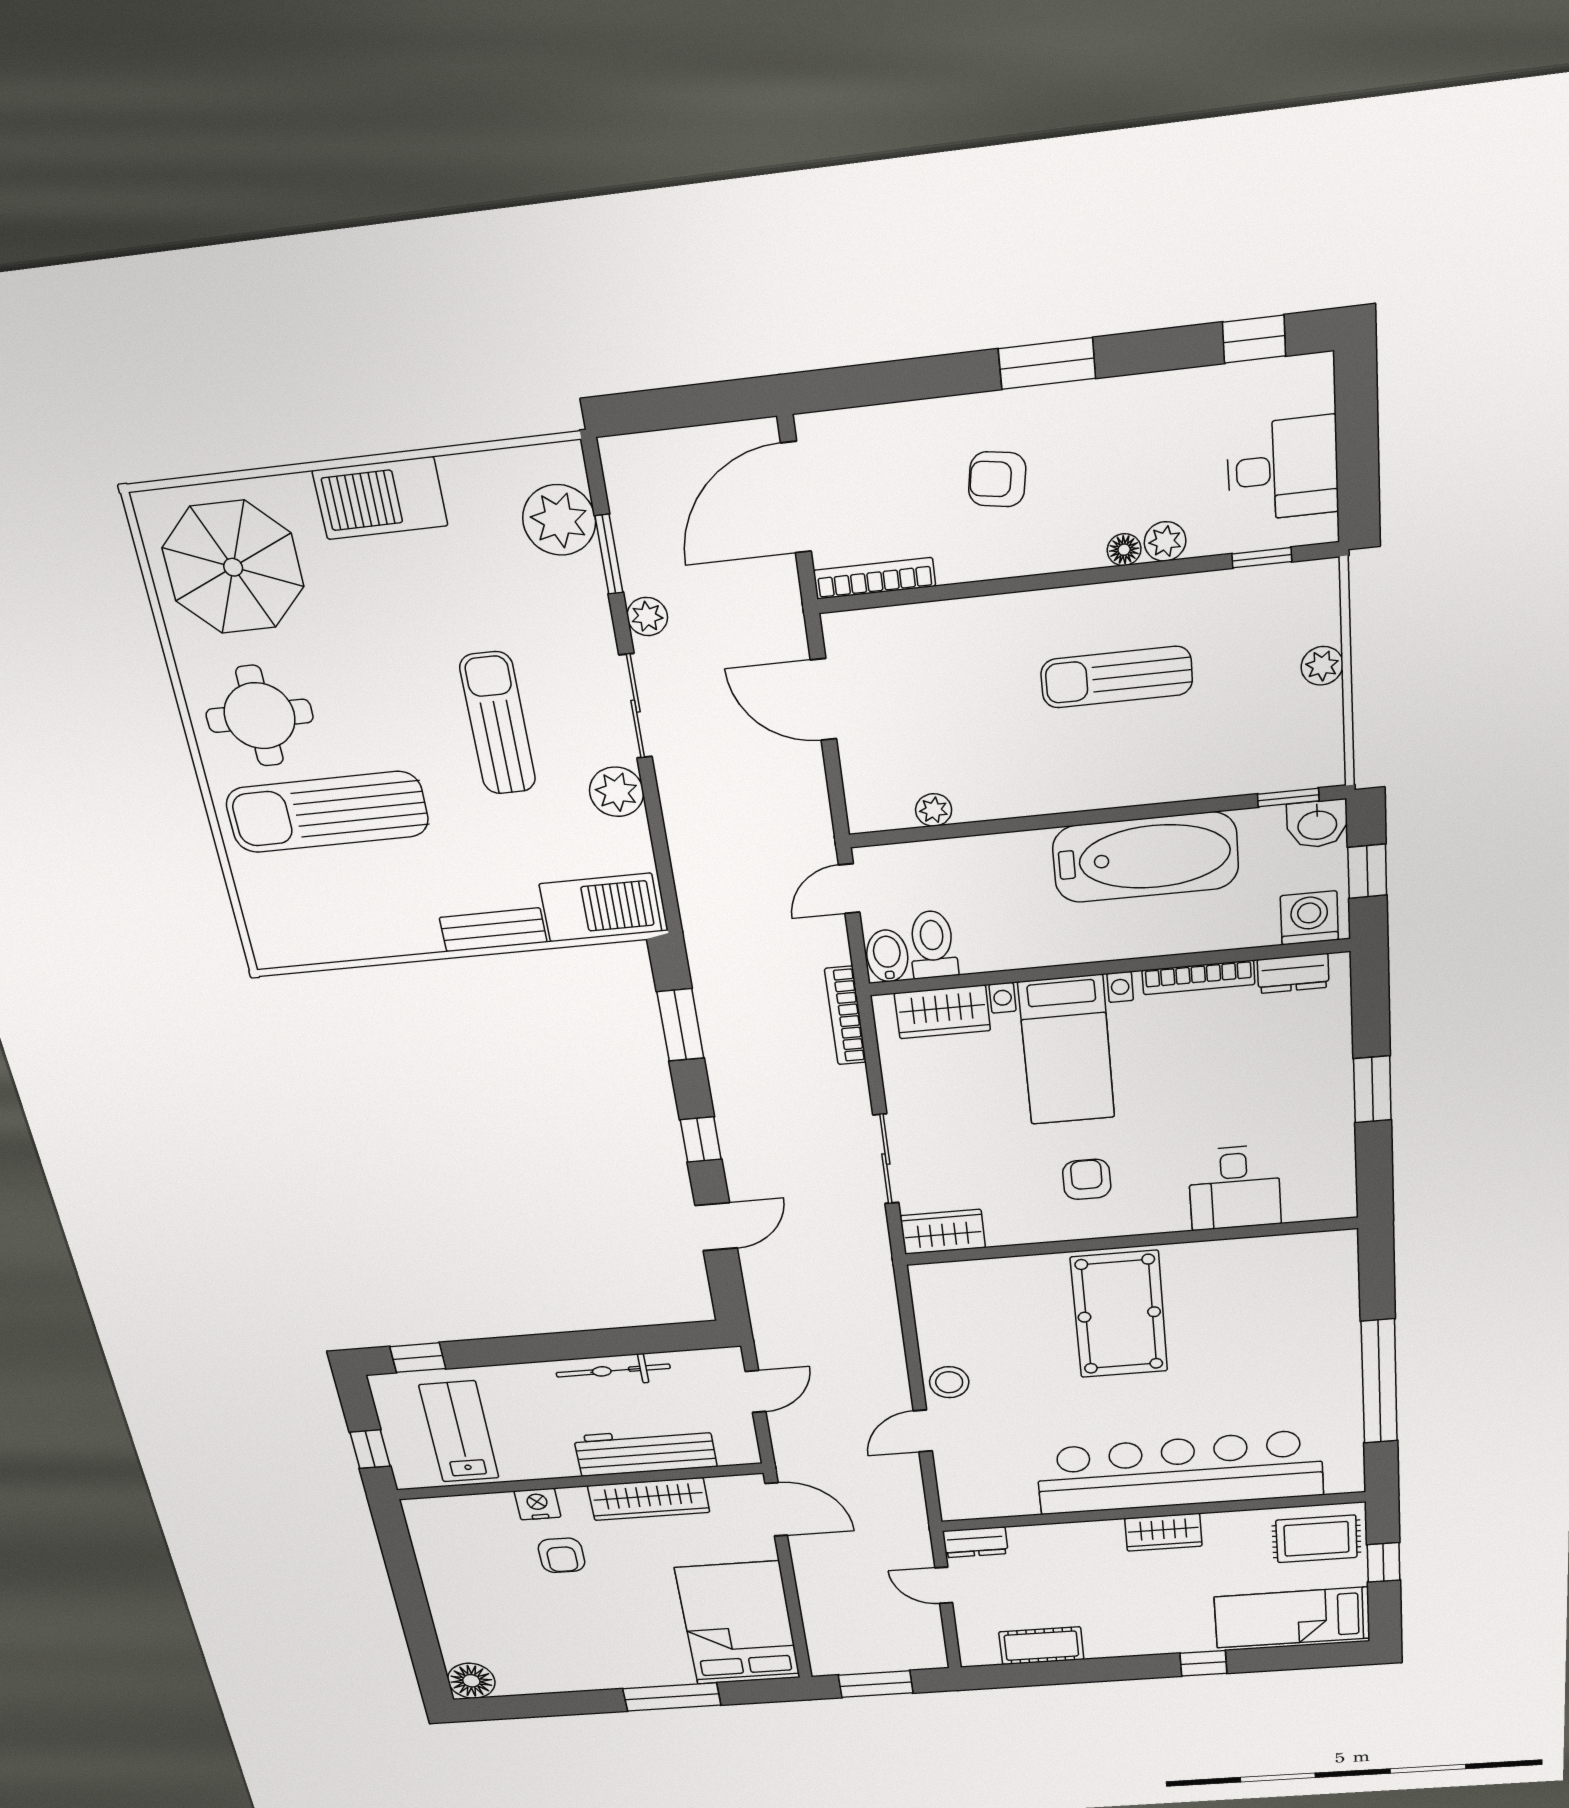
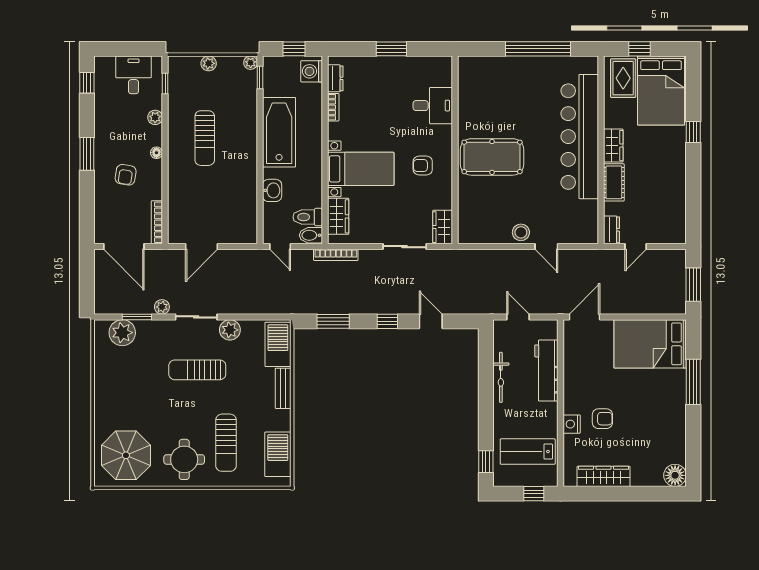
barbecue: (380, 498) -> (278, 454), moved, turned 180
floor lamp: (1124, 550) -> (156, 153), moved
plant: (934, 810) -> (251, 63), moved
sun lounger: (327, 812) -> (226, 443), width x0.73, depth x0.75
washbasin: (1317, 824) -> (272, 190), moved
bookcase: (1198, 977) -> (333, 107), width x0.64
wardrobe: (649, 1499) -> (604, 476), moved, turned -90
bed: (1292, 1618) -> (661, 90), width x1.50
cot: (1041, 1646) -> (614, 182), moved

